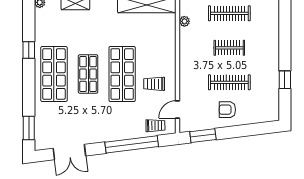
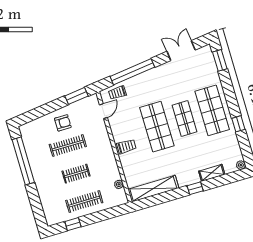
window: (285, 80) -> (23, 161), width x3.17
trolley: (154, 84) -> (126, 146), moved

